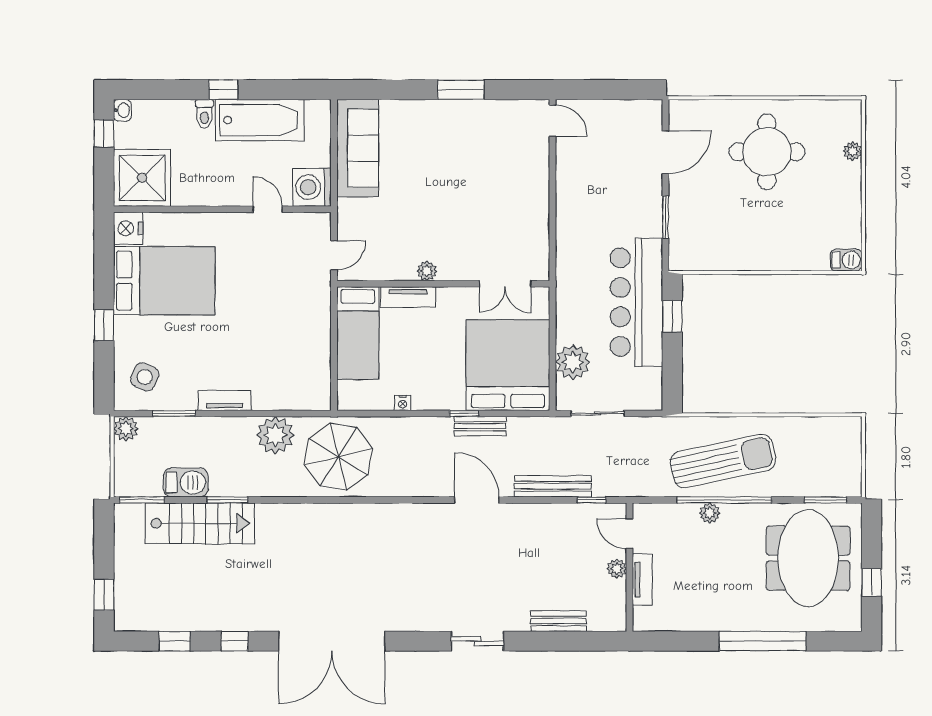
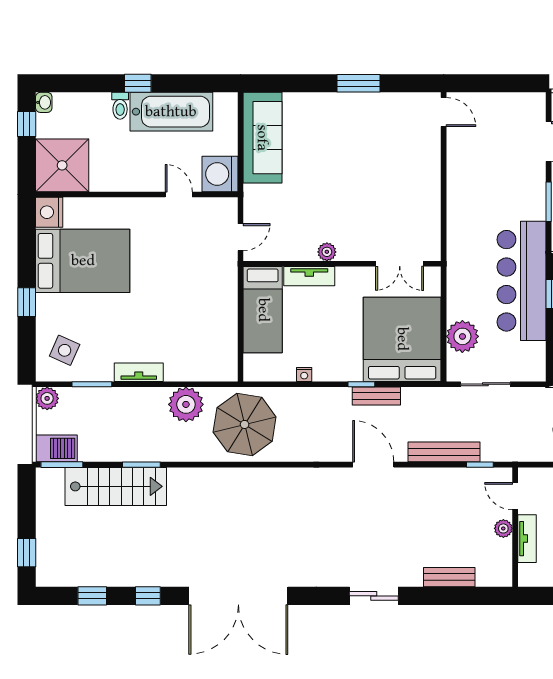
barbecue: (186, 482) -> (56, 448), moved

